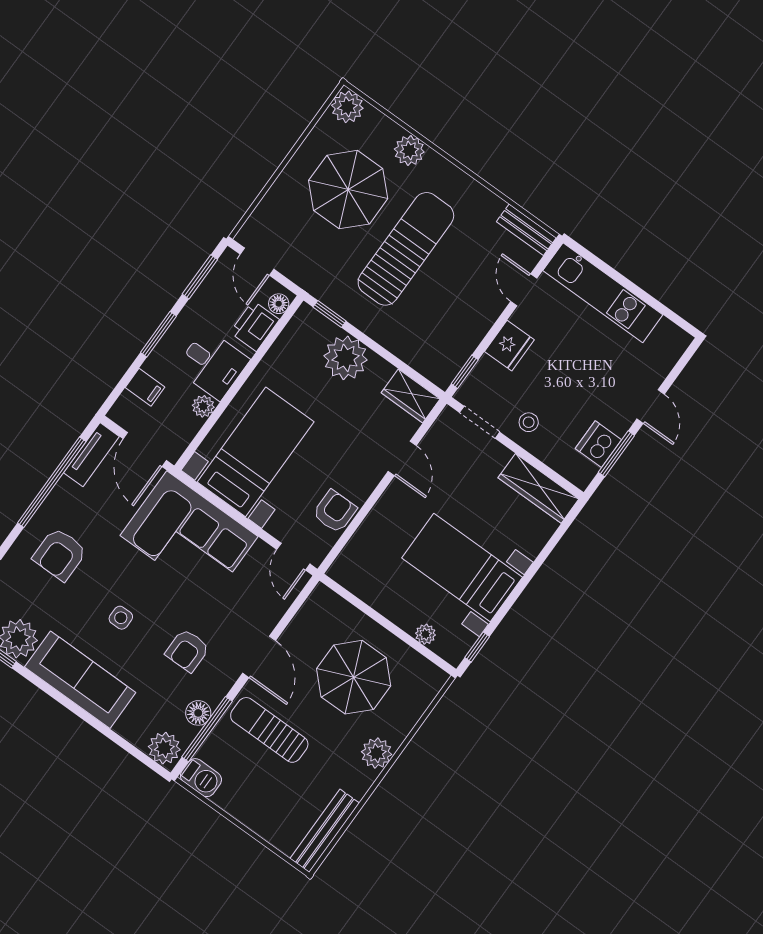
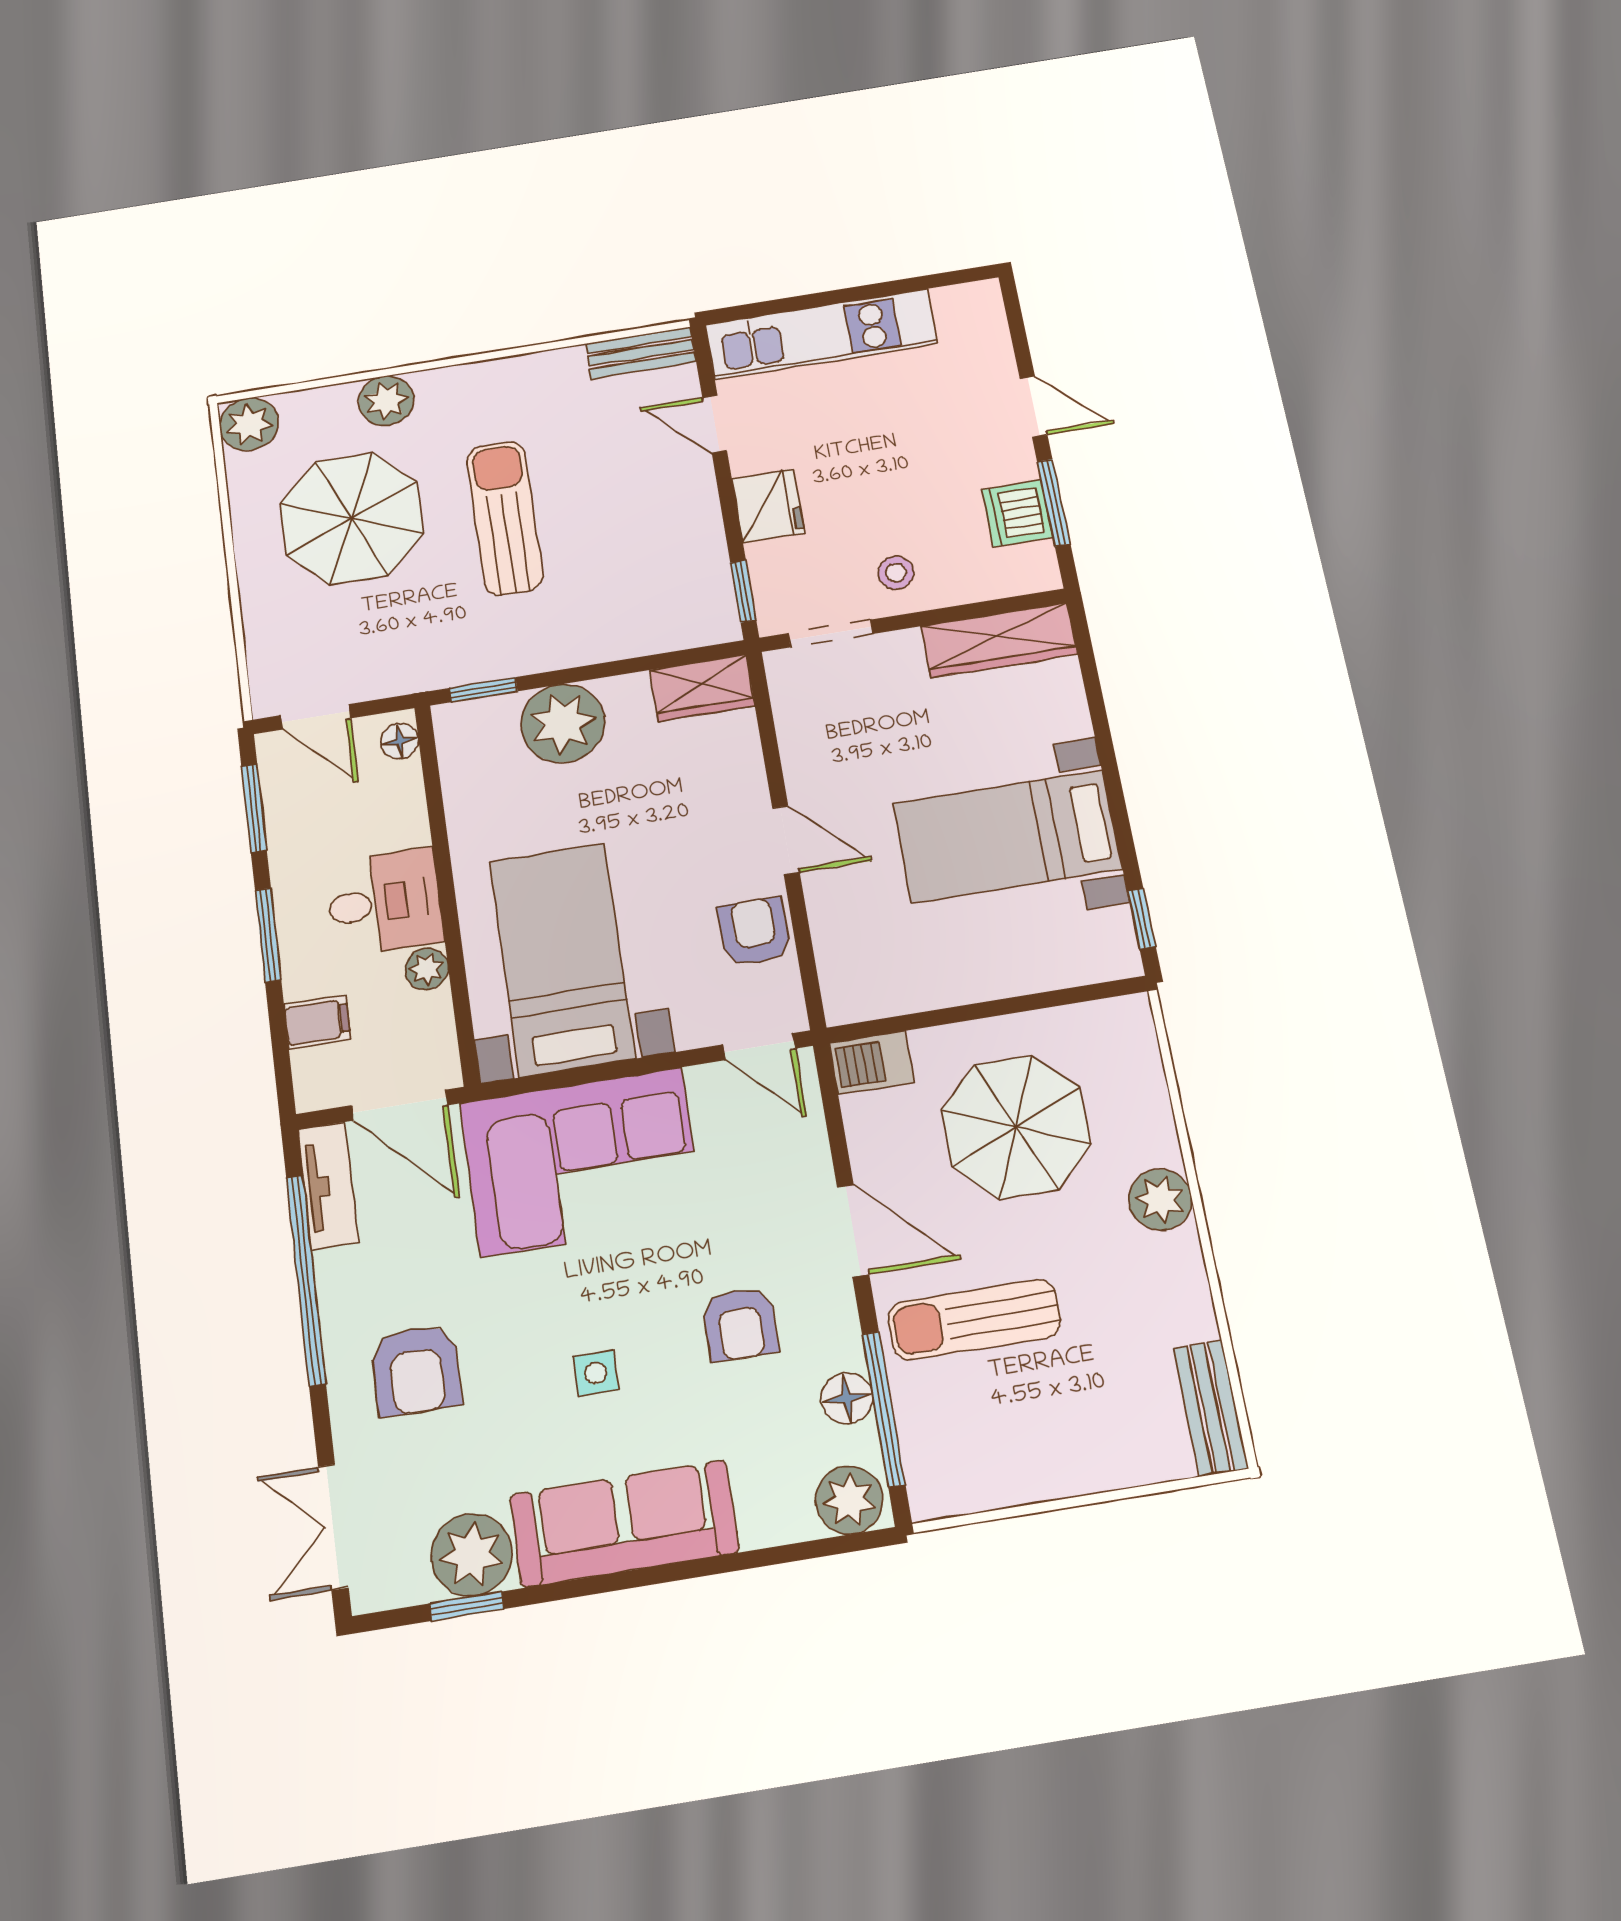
sun lounger: (406, 249) -> (505, 518), width x0.73, depth x0.75
printer: (255, 326) -> (395, 799), removed
door: (402, 458) -> (786, 840), moved
plant: (425, 634) -> (1053, 971), removed
barbecue: (201, 778) -> (872, 1063), moved, turned 180
bench: (325, 831) -> (1210, 1408), width x0.73

